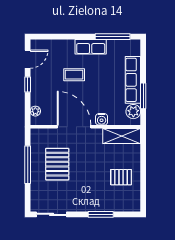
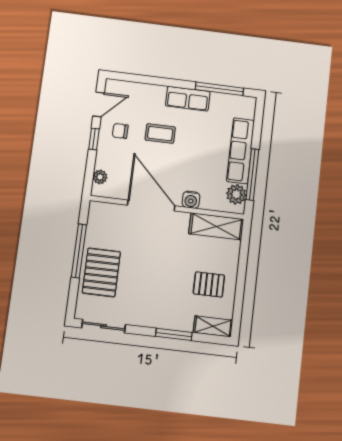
chair: (45, 76) -> (120, 131), added
window: (143, 96) -> (252, 174), width x1.44
pallet: (57, 164) -> (101, 272), moved
shelving: (127, 206) -> (213, 326), added

